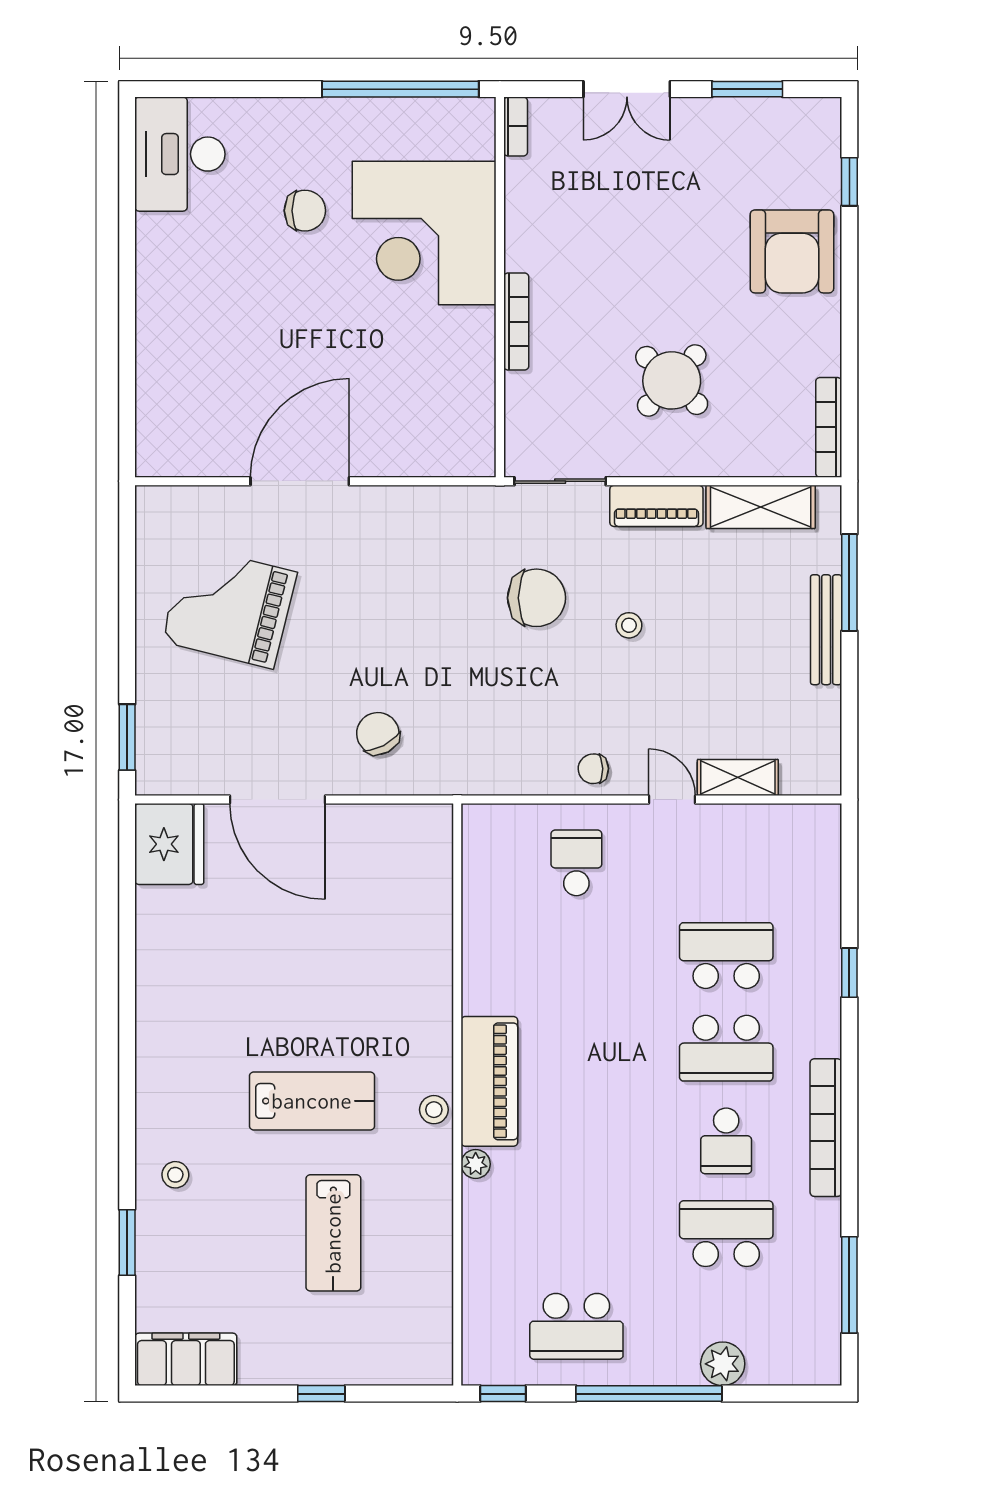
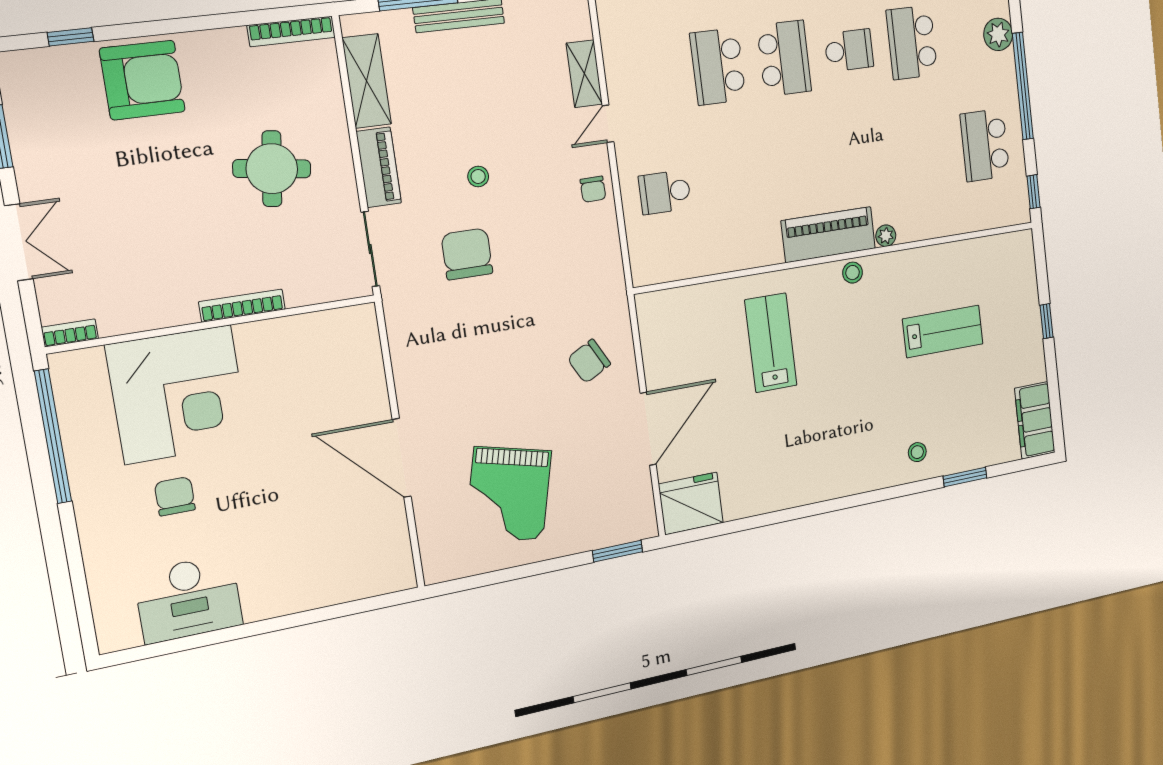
desk: (180, 154) -> (189, 599), moved
round table: (672, 380) -> (272, 169), turned -35
lab bench: (312, 1101) -> (771, 343), moved
school desk: (576, 1326) -> (985, 145), turned 180

